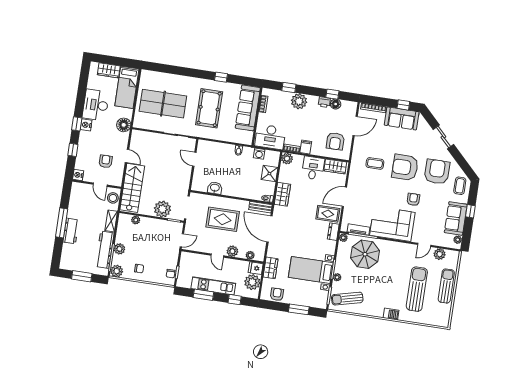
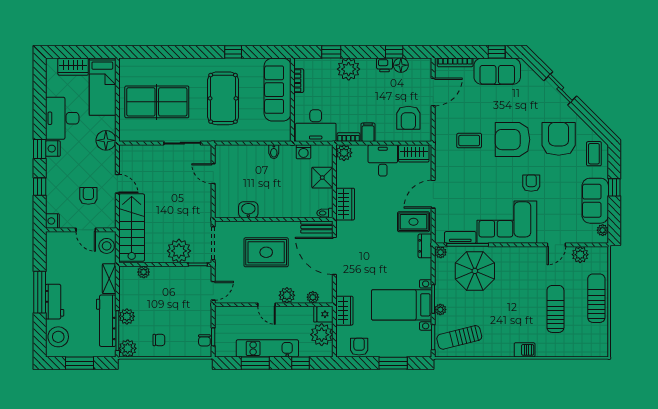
stool: (70, 256) -> (58, 337), added
sun lounger: (417, 289) -> (555, 309), width x0.73, depth x0.75

